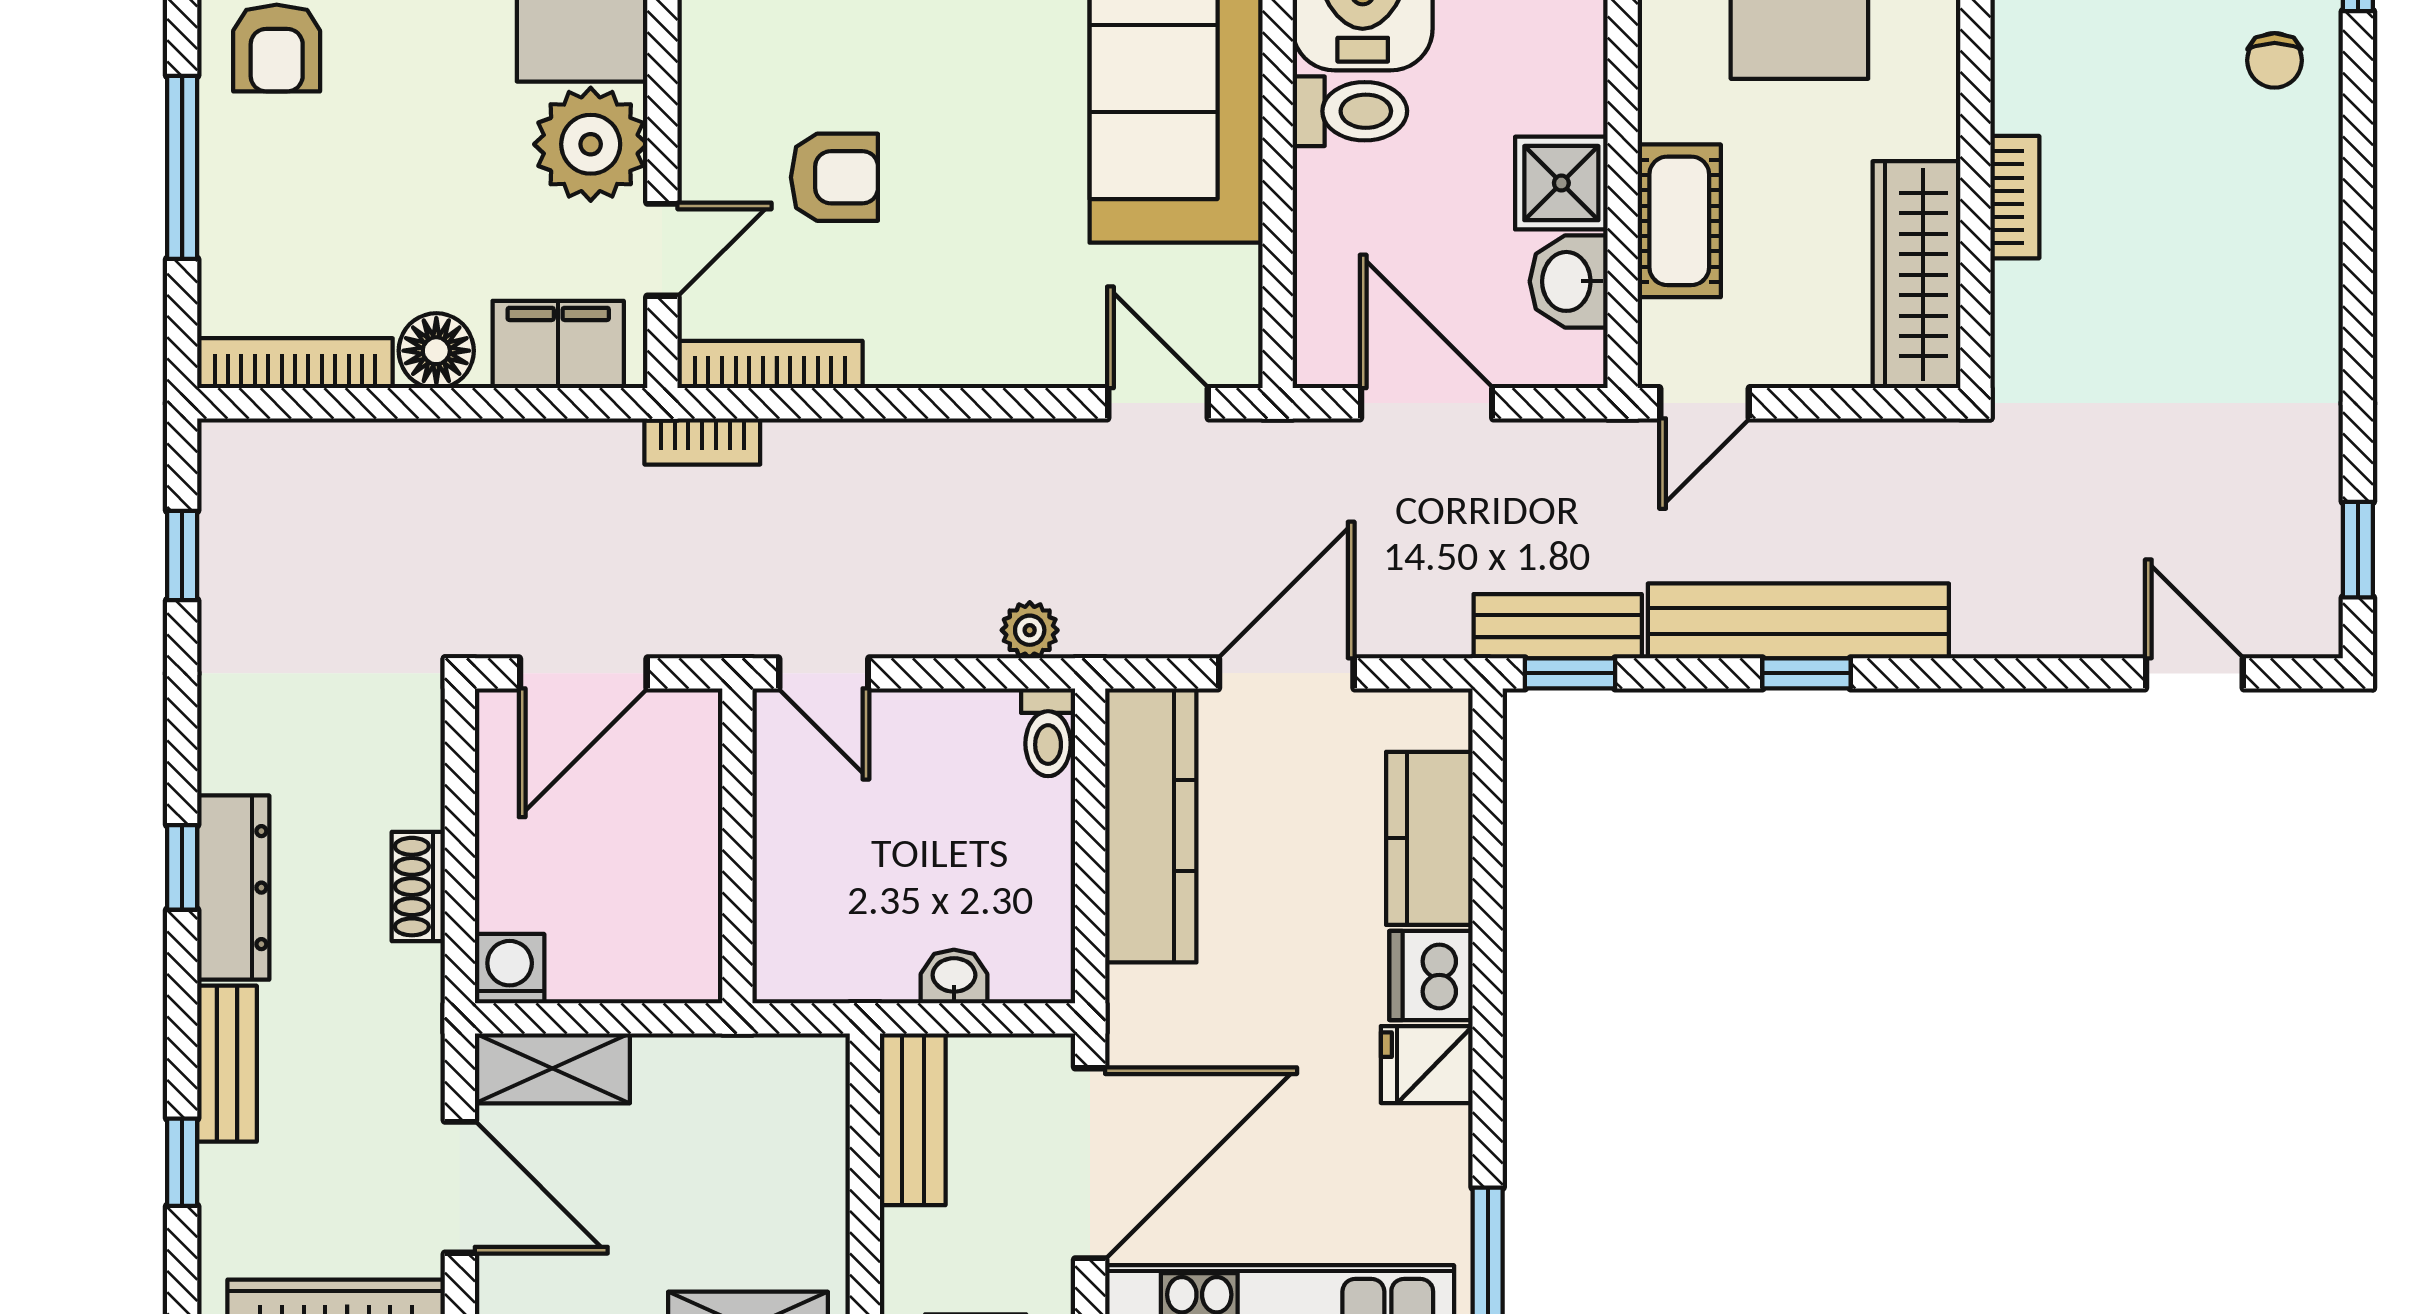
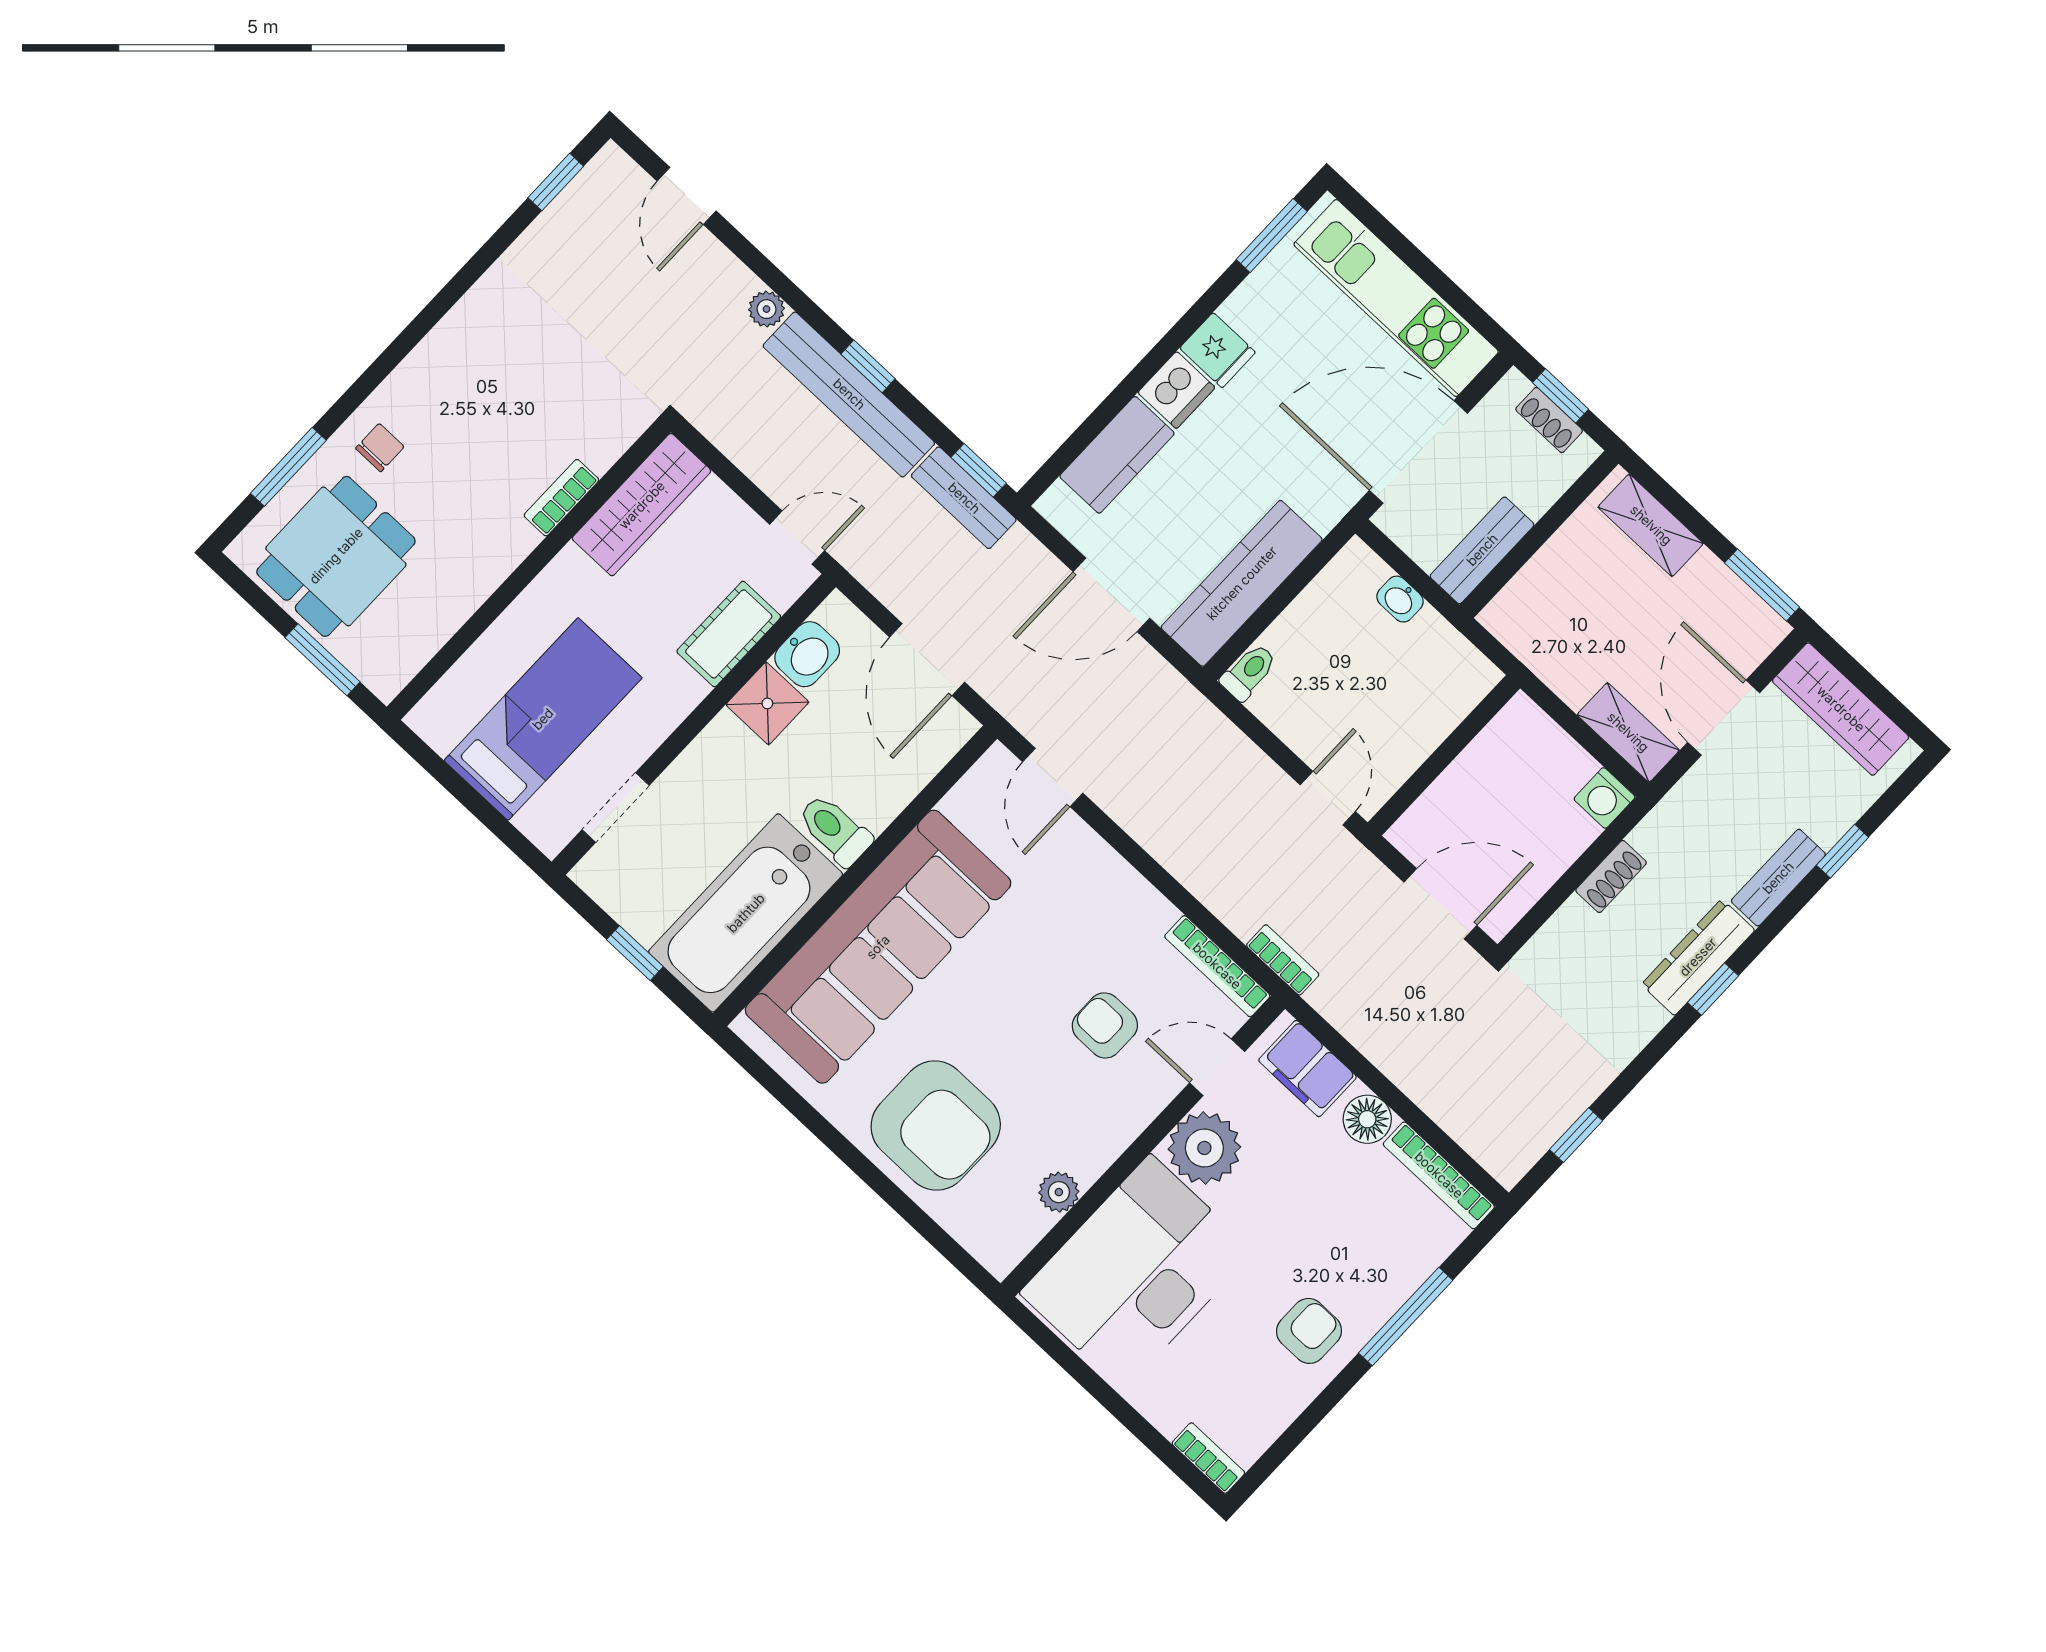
plant: (1030, 630) -> (767, 309), moved

